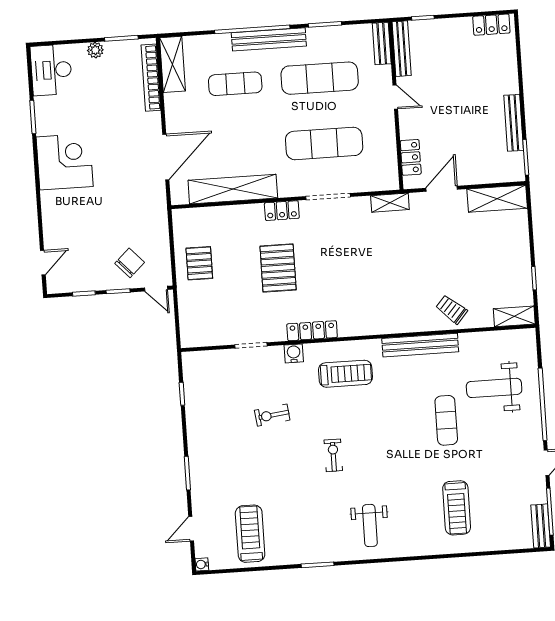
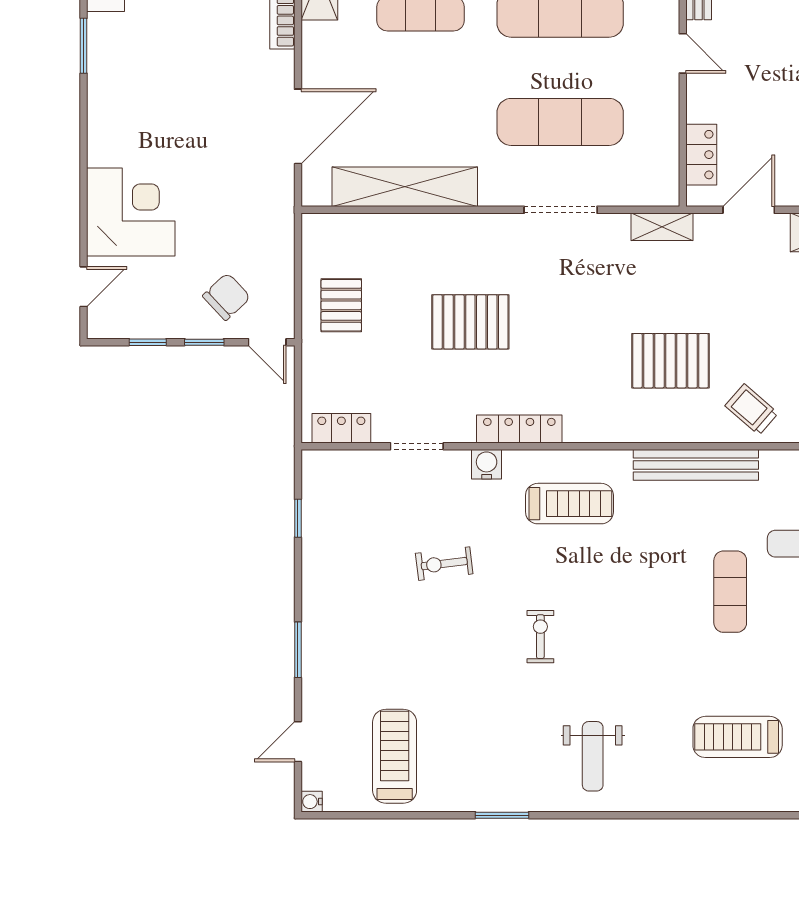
corner desk: (65, 162) -> (131, 212), moved
locker: (282, 211) -> (341, 428), moved, turned 180
pallet: (278, 268) -> (470, 322), turned 90
pallet: (401, 283) -> (670, 361), added
treadmill: (457, 508) -> (738, 737), turned 90

